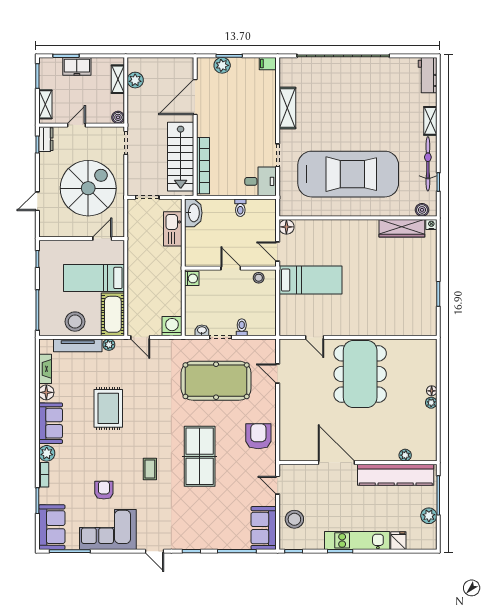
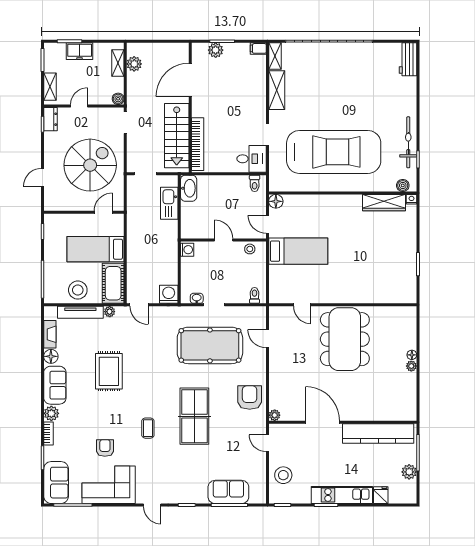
shelving: (430, 121) -> (275, 56), moved
toilet: (240, 208) -> (255, 183), moved
toilet: (242, 327) -> (255, 295), moved
plant: (405, 455) -> (275, 415), moved
sofa: (264, 528) -> (228, 492), moved, turned 90

